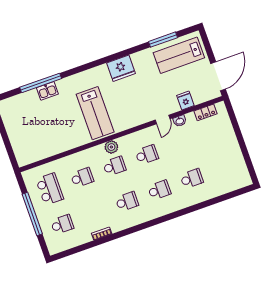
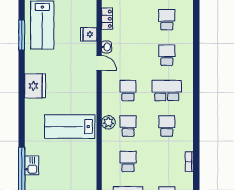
lab bench: (95, 113) -> (70, 127), turned 180
school desk: (224, 167) -> (167, 20), added
school desk: (159, 190) -> (167, 91), width x1.85

